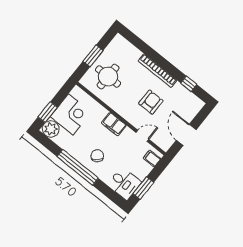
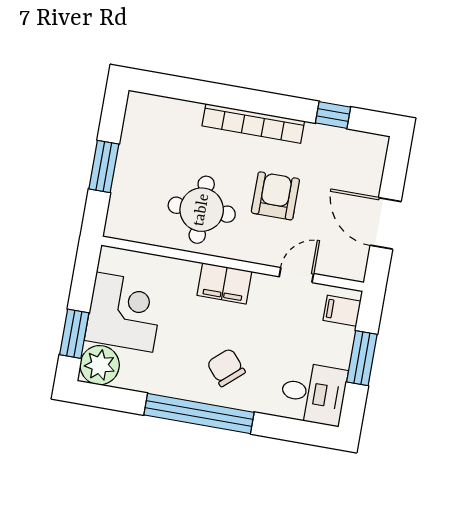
round table: (108, 77) -> (202, 210), moved
window: (143, 188) -> (362, 358), moved

